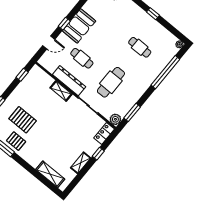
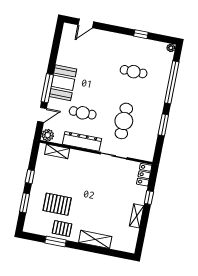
window: (153, 14) -> (141, 34), moved
window: (64, 24) -> (47, 88), width x2.17
window: (22, 75) -> (30, 177), moved
shelving: (61, 91) -> (57, 151), moved
window: (132, 112) -> (163, 125), moved
plant: (115, 119) -> (48, 135), moved
shelving: (50, 174) -> (95, 239), moved

